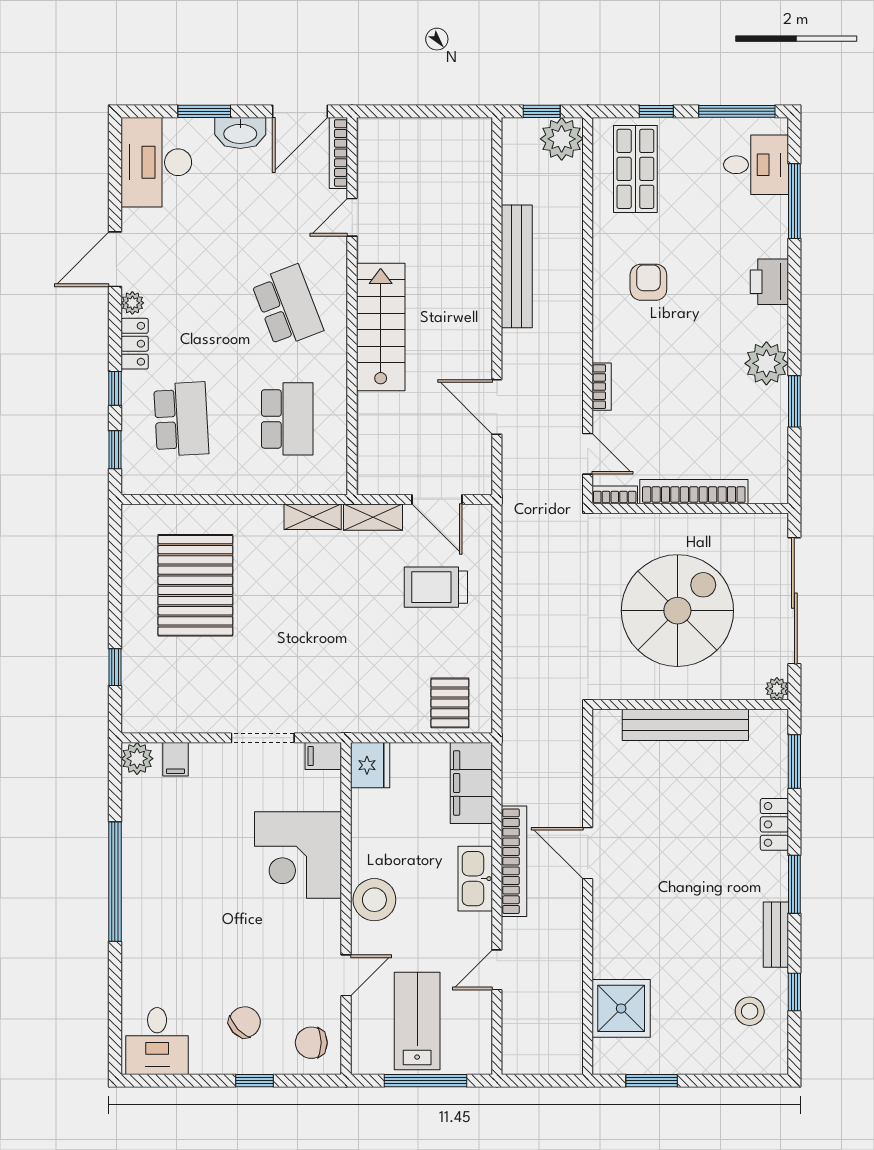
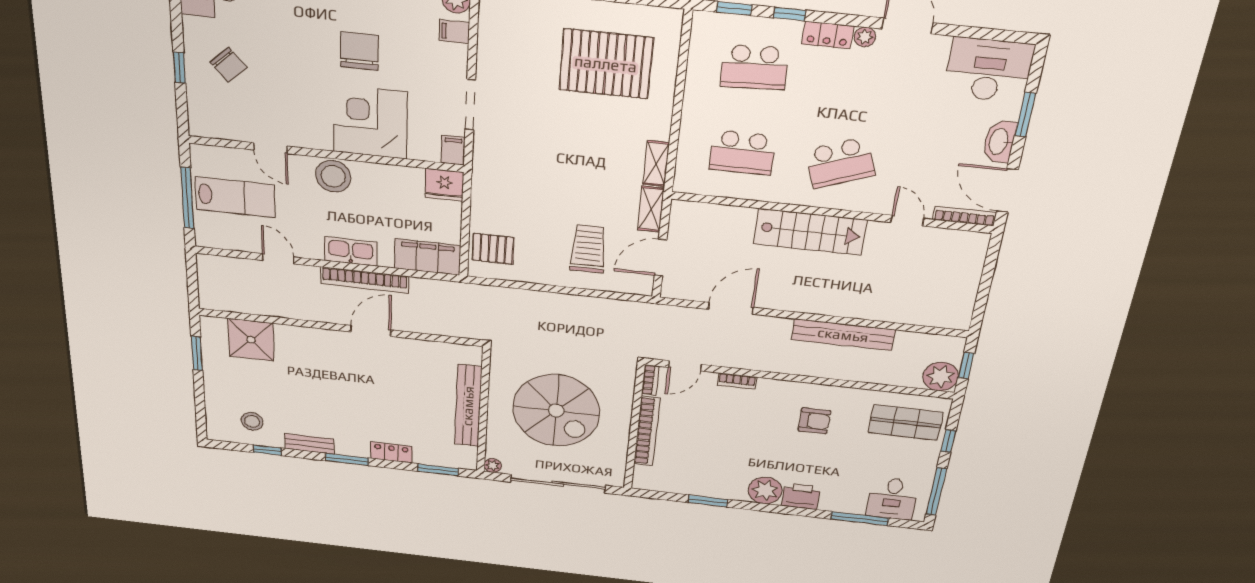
plant: (766, 363) -> (765, 490), moved
chair: (311, 1043) -> (359, 51), moved, width x1.37, depth x1.37

